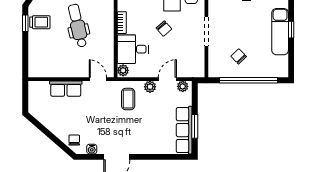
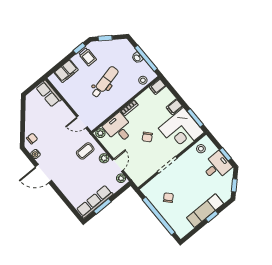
filing cabinet: (37, 54) -> (66, 71), added
door: (98, 79) -> (82, 122), swing flipped
door: (167, 79) -> (118, 165), hinge flipped
row of seats: (66, 89) -> (49, 94), moved

